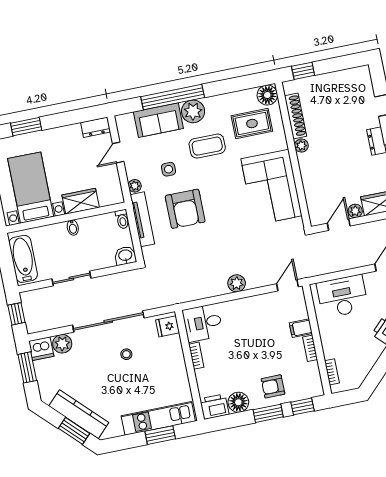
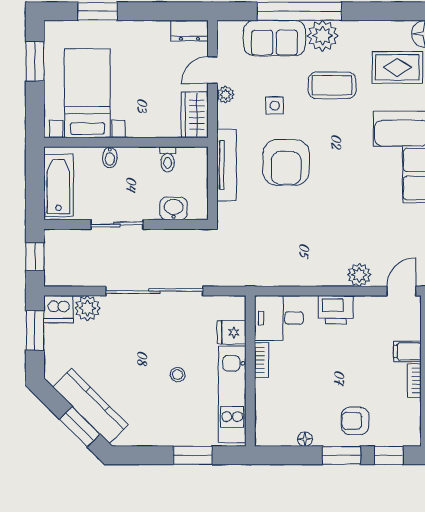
plant: (135, 186) -> (226, 95), moved
wardrobe: (81, 201) -> (195, 115), moved, turned -90
toilet: (122, 219) -> (168, 159), moved
bidet: (73, 228) -> (110, 157), moved
washbasin: (125, 256) -> (174, 208), moved
plant: (237, 283) -> (359, 275), moved
fridge: (168, 326) -> (232, 332), moved
stool: (126, 354) -> (178, 375), moved
floor lamp: (238, 402) -> (305, 439), width x0.53, depth x0.53
printer: (214, 407) -> (336, 310), moved, turned 180
kitchen unit: (158, 418) -> (232, 394), moved, turned -90

